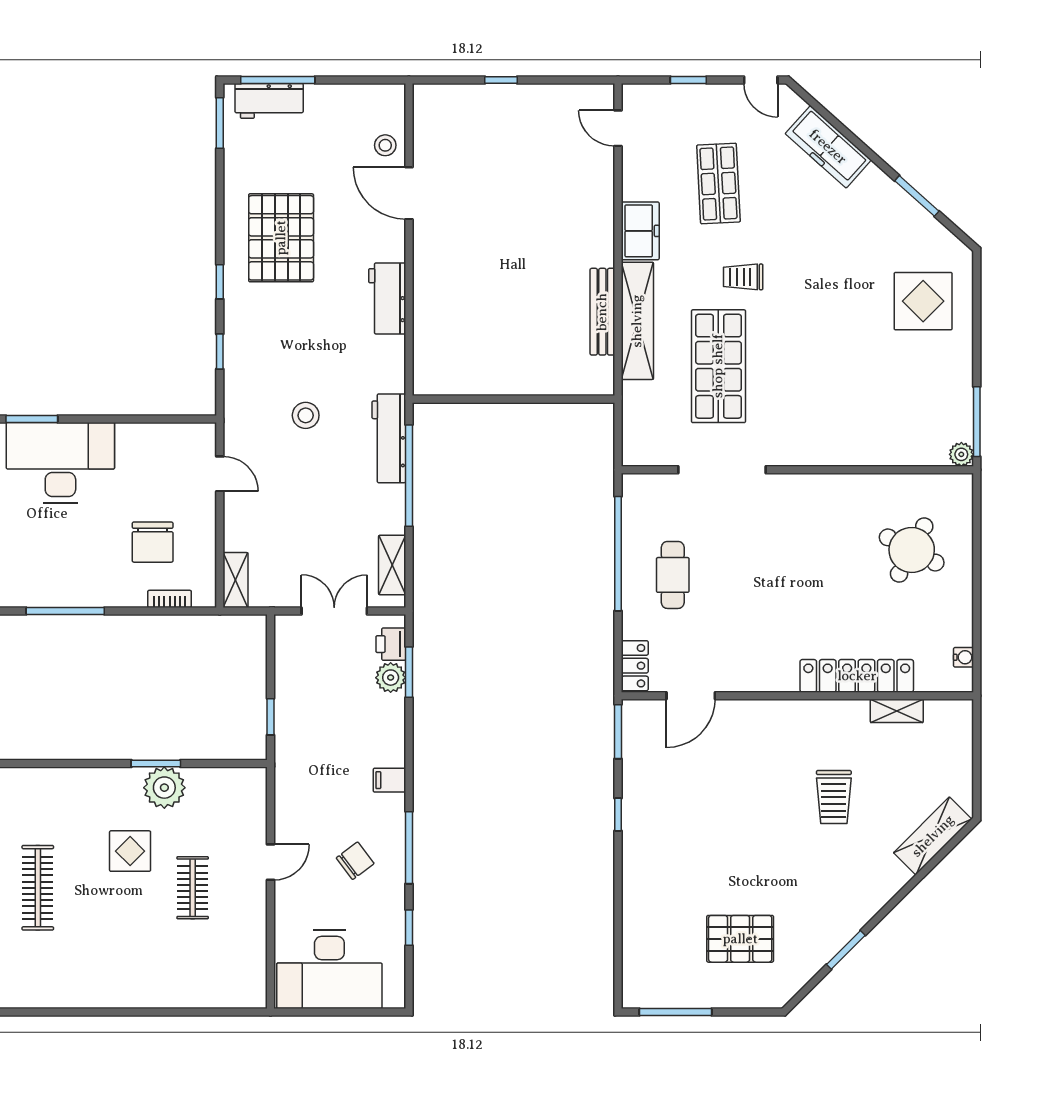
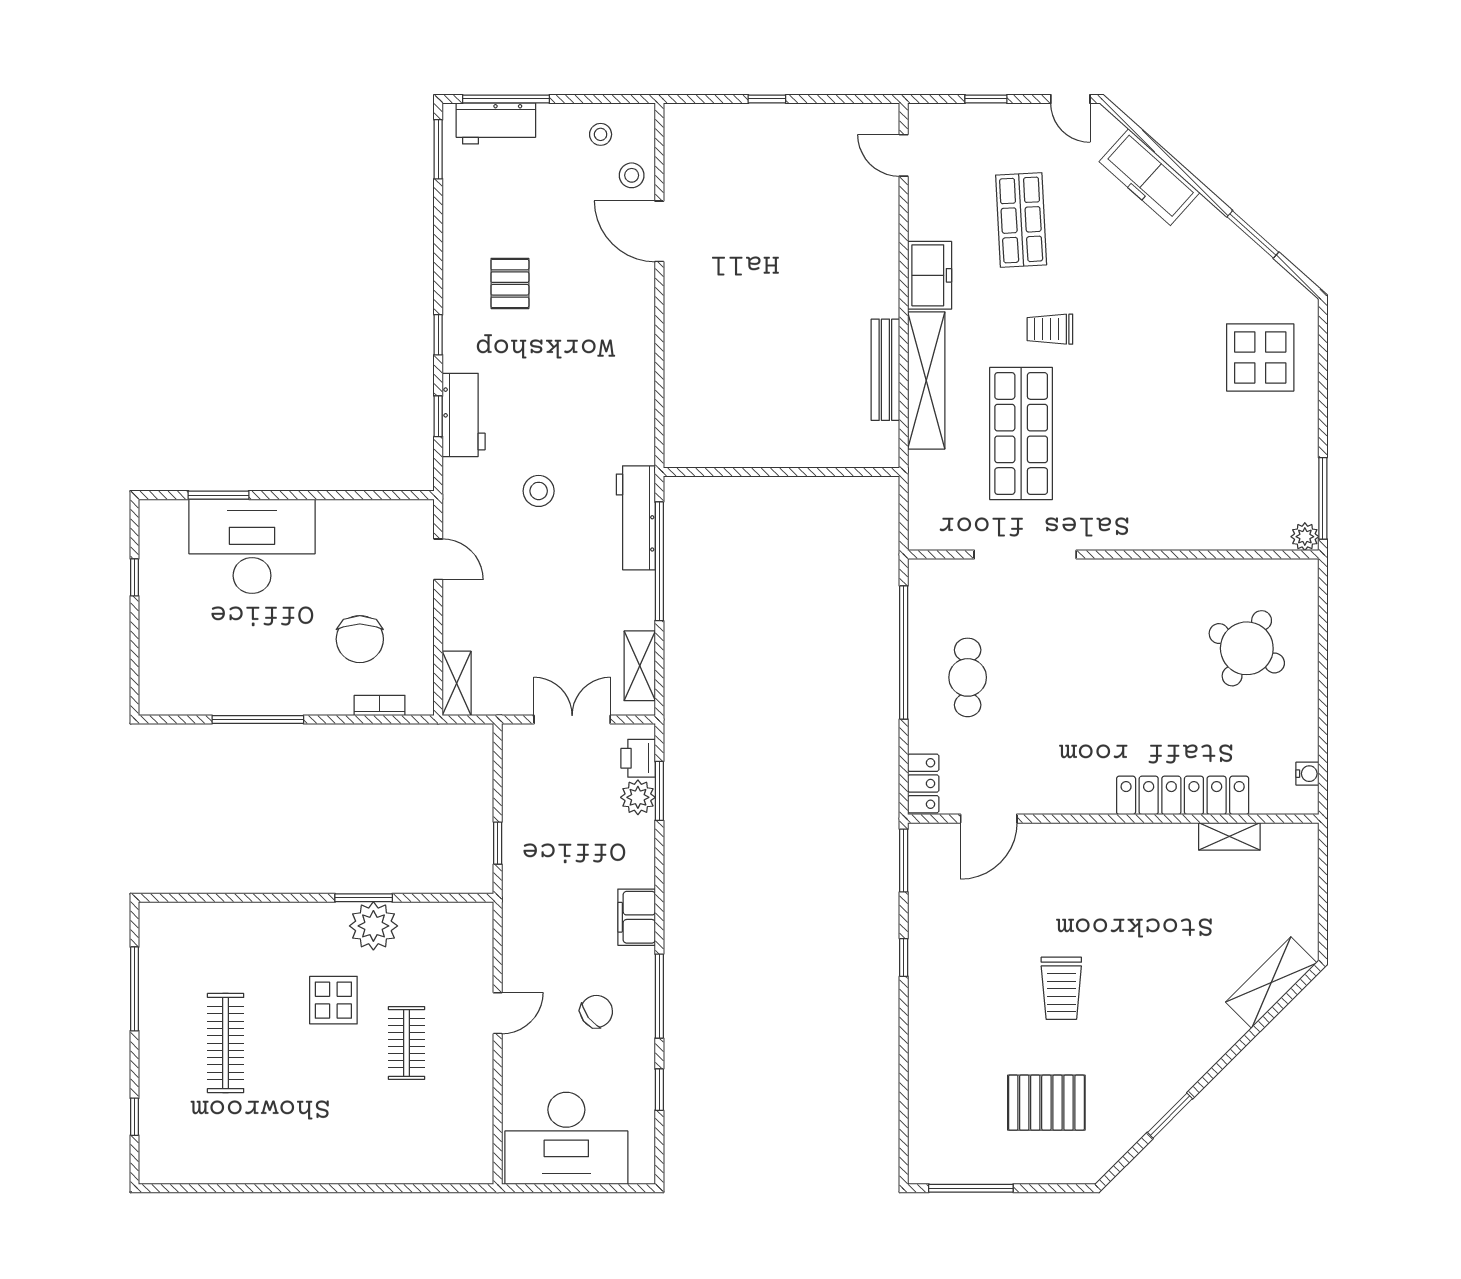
stool: (359, 110) -> (601, 134), added
pallet: (281, 238) -> (510, 283), width x0.49, depth x0.50
workbench: (387, 298) -> (464, 415), moved, turned 180
filing cabinet: (389, 780) -> (637, 917), width x2.00
trolley: (834, 797) -> (1061, 988), moved

